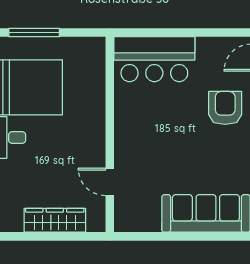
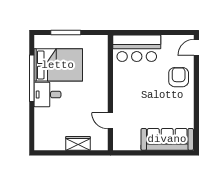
wardrobe: (55, 220) -> (78, 143), width x0.67

